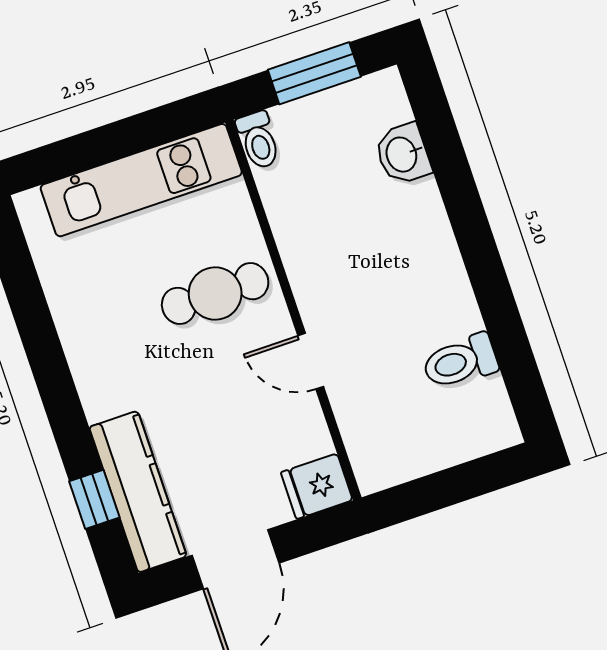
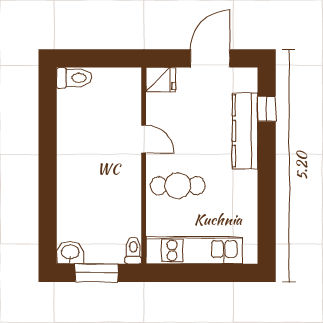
washbasin: (403, 154) -> (70, 252), moved, turned -90
toilet: (460, 362) -> (74, 78), moved
kitchen counter: (138, 492) -> (245, 131), moved

